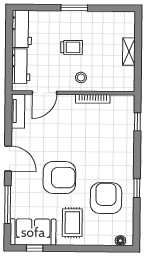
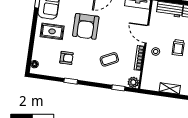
door: (44, 93) -> (147, 34), moved
plant: (127, 102) -> (133, 82), added
coffee table: (100, 139) -> (109, 59), added
armchair: (106, 198) -> (66, 58), width x0.53, depth x0.53

